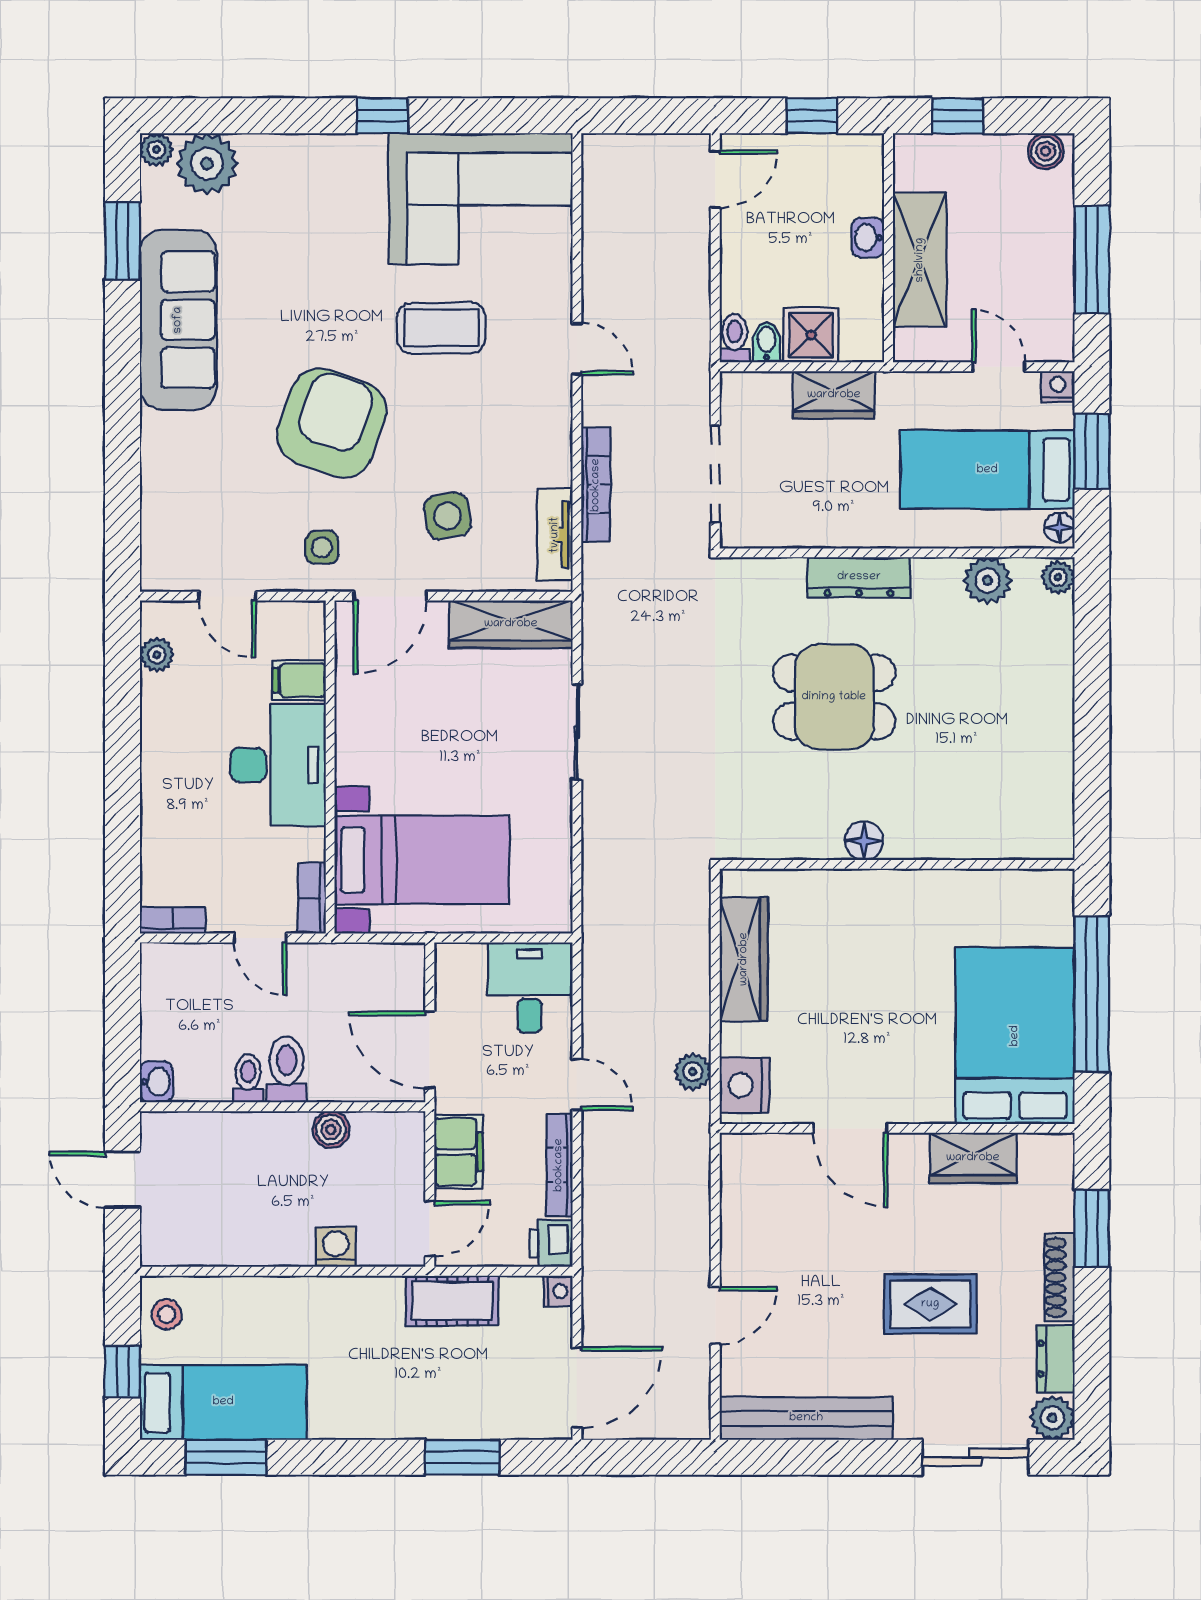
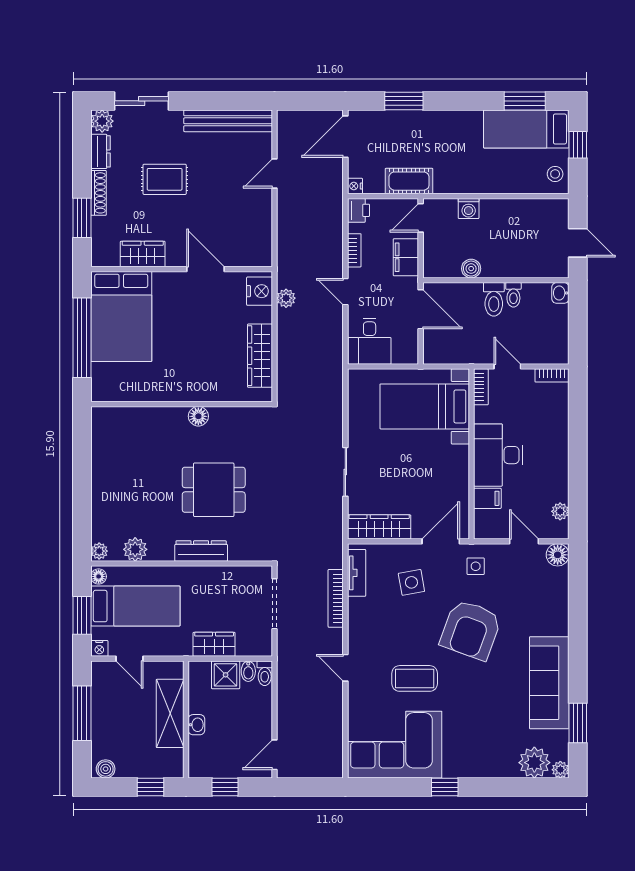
floor lamp: (162, 570) -> (558, 555), added
bookcase: (559, 1165) -> (354, 250), width x0.64

